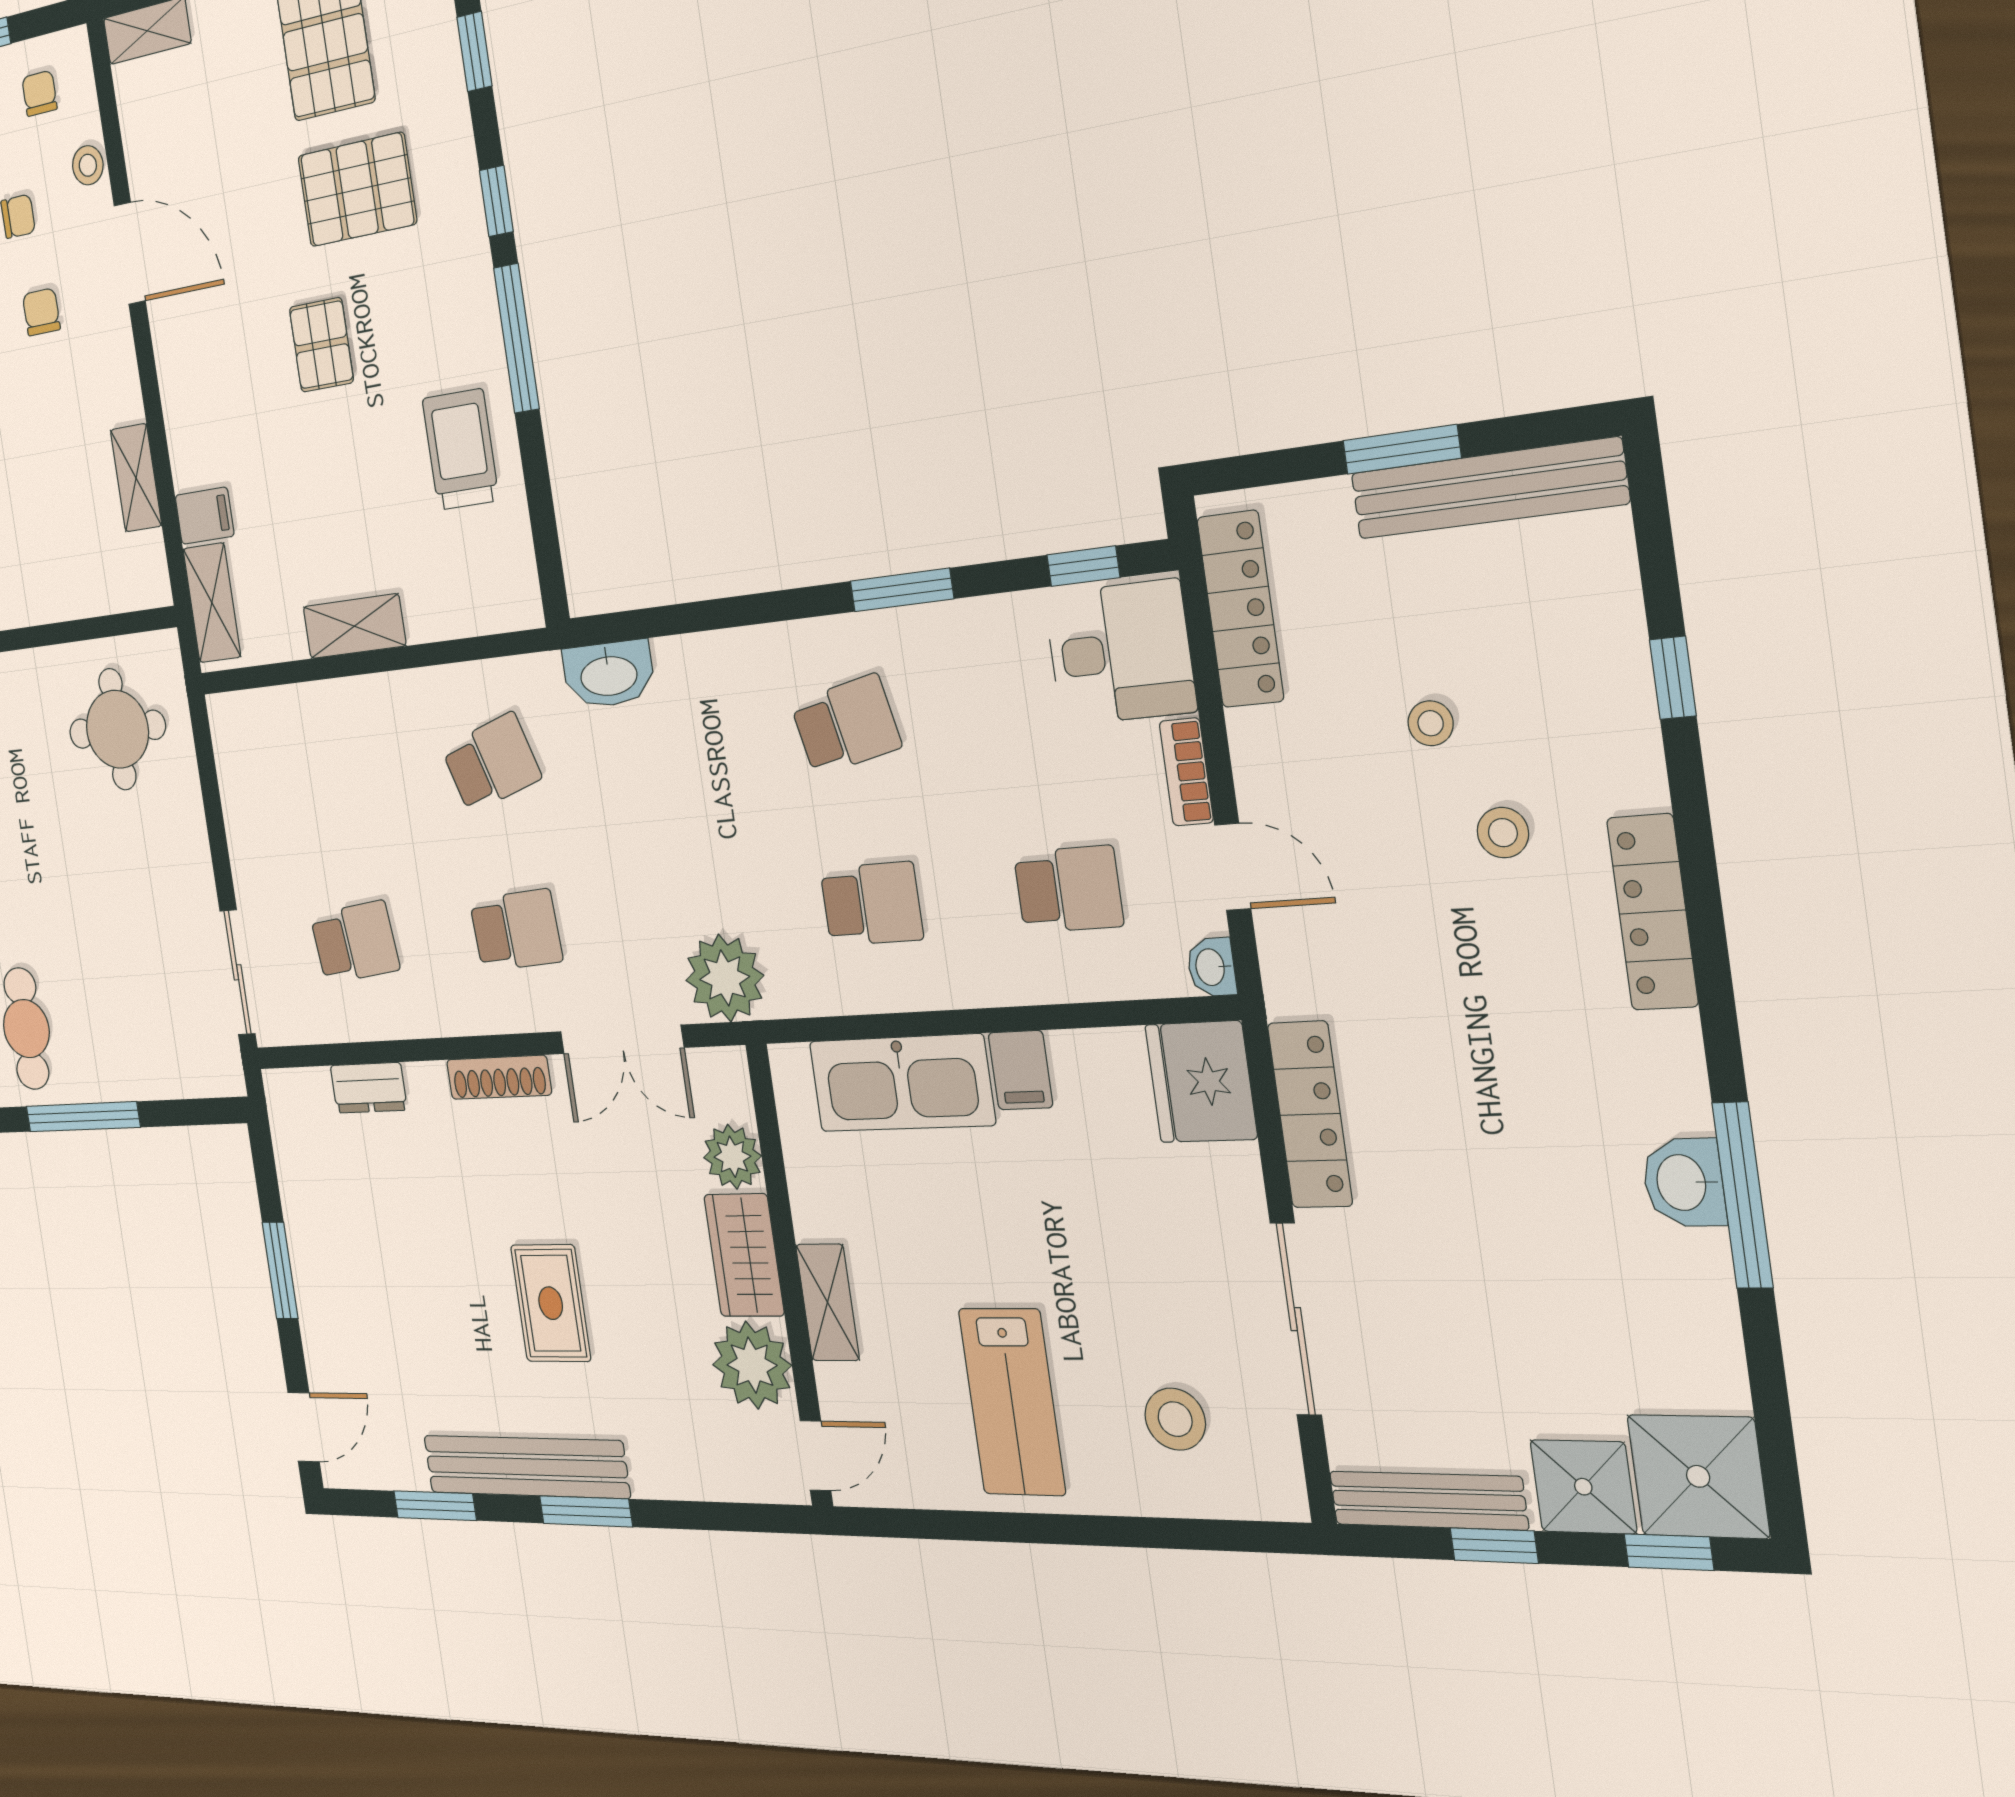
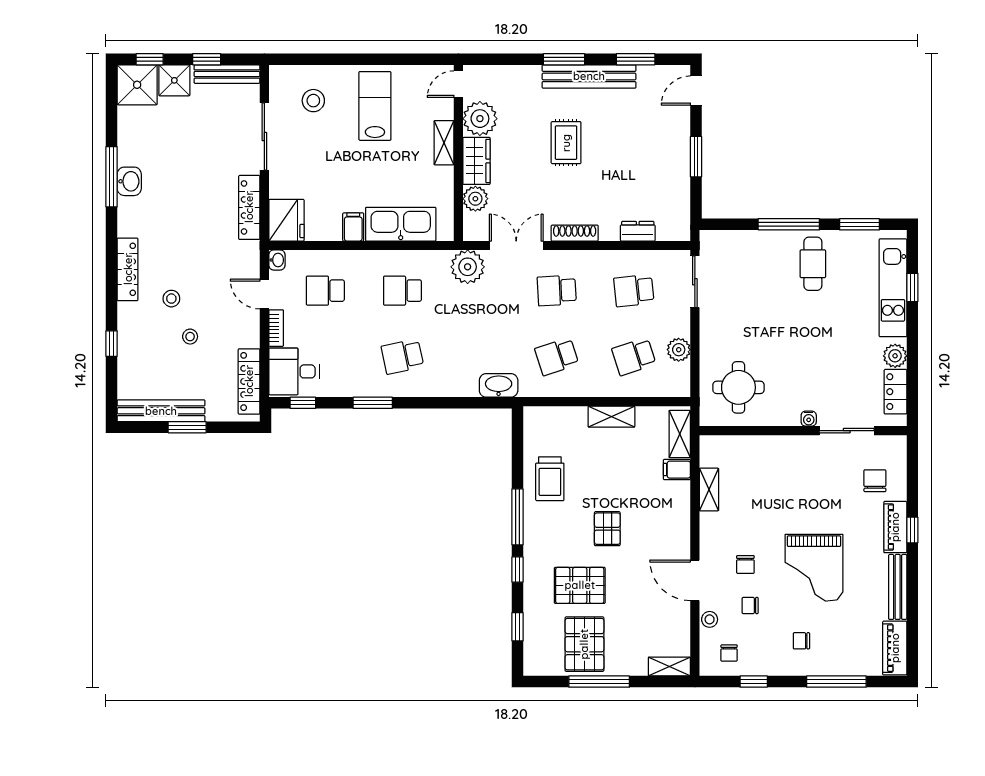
school desk: (331, 780) -> (634, 357), added
plant: (244, 806) -> (679, 350), added

